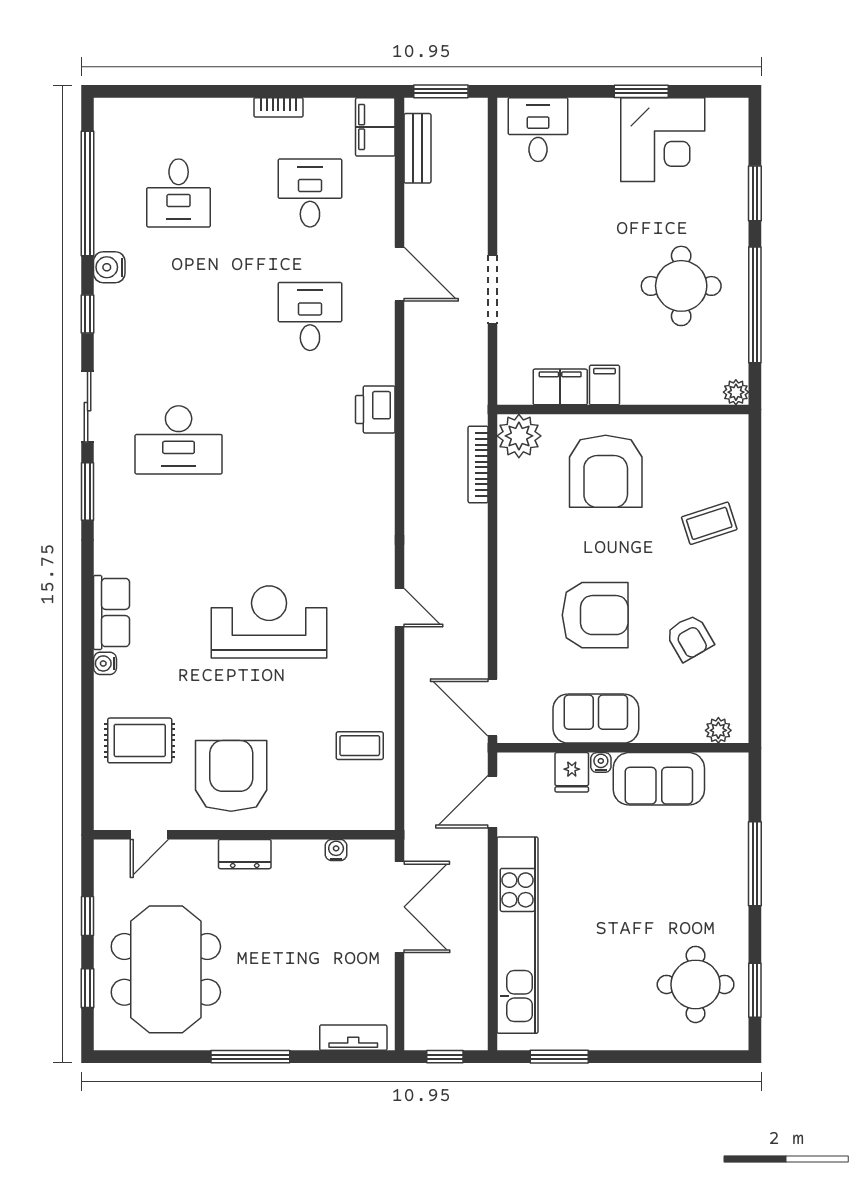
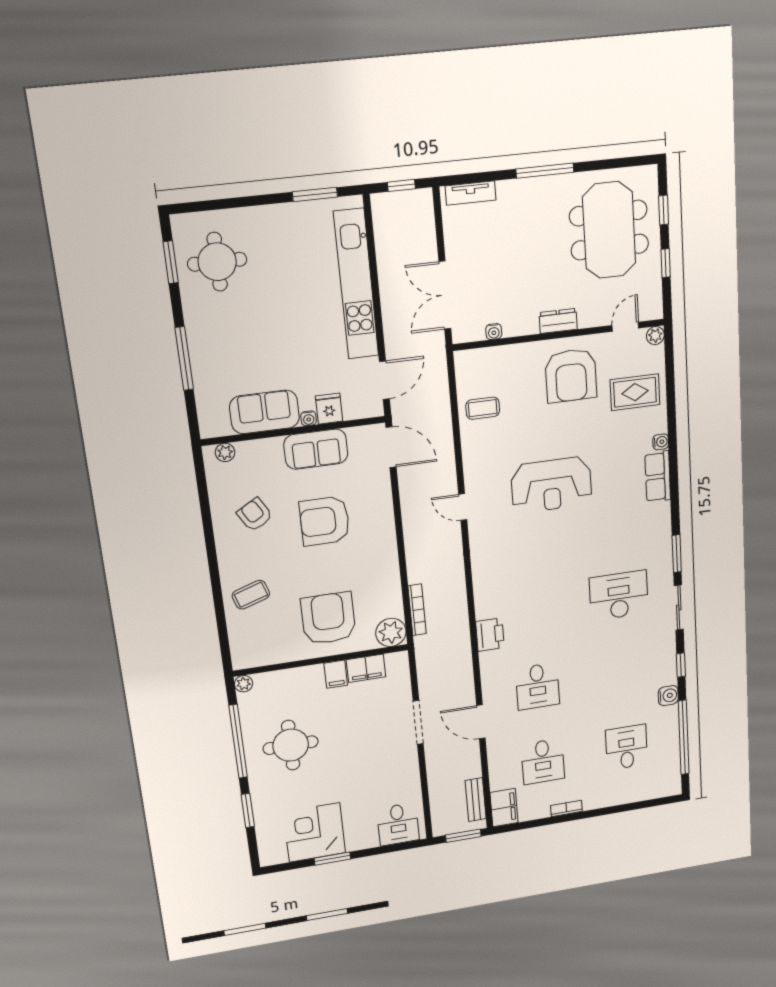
plant: (107, 817) -> (655, 336), added

